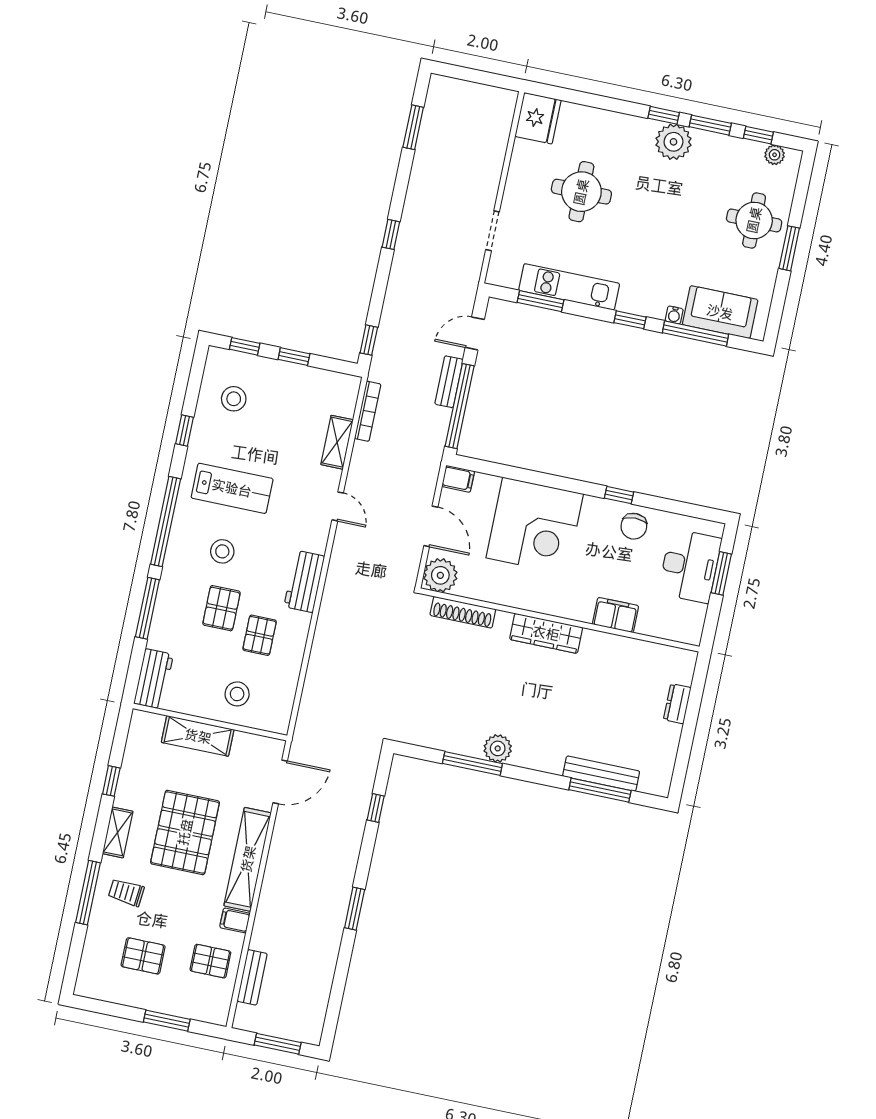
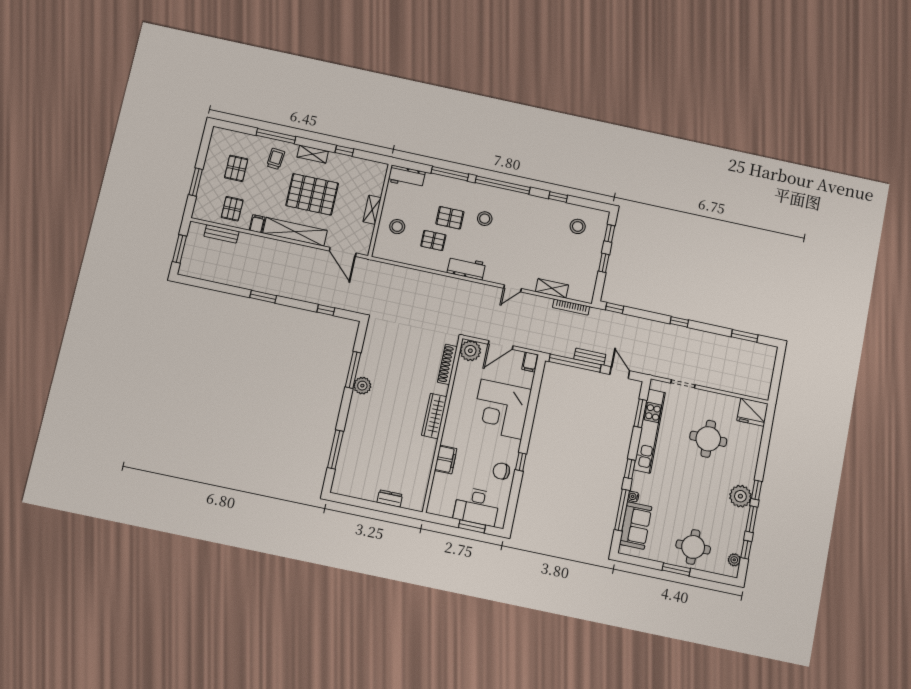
kitchen unit: (569, 287) -> (649, 431), width x1.36
lab bench: (232, 488) -> (523, 225), removed
shelving: (198, 736) -> (372, 210), width x0.67, depth x0.75
bench: (601, 774) -> (346, 450), removed

